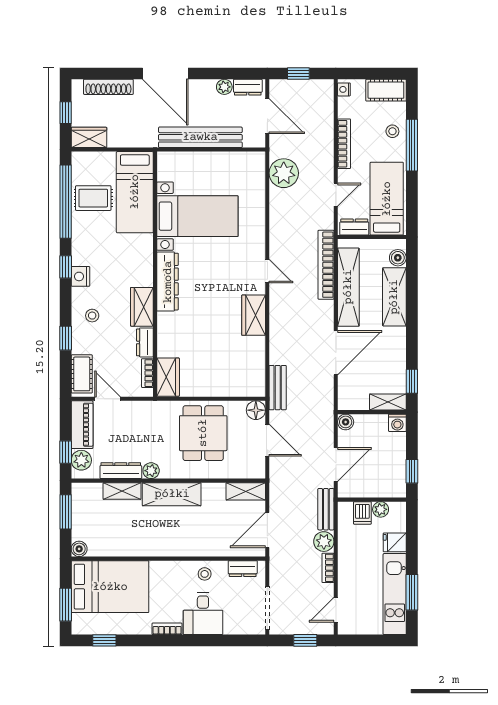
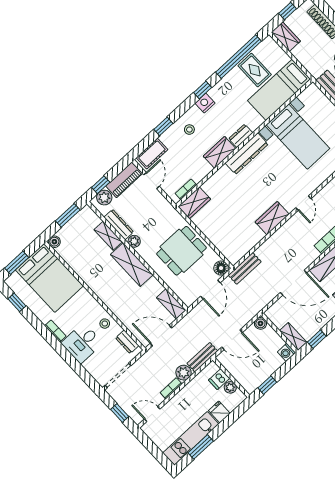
dresser: (145, 342) -> (241, 136), moved

